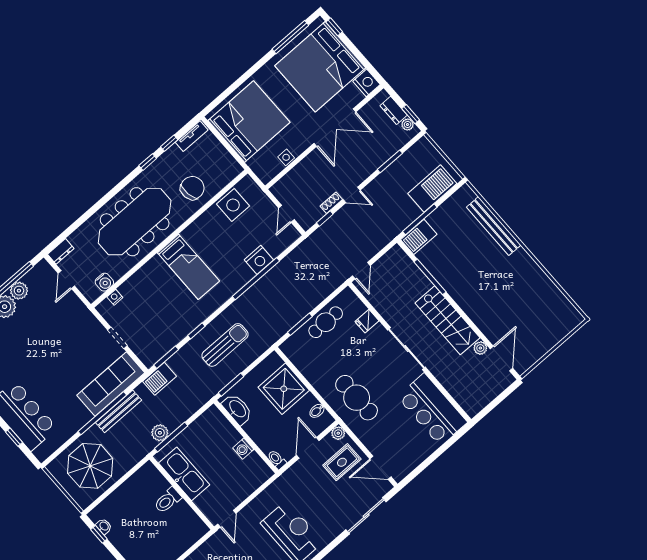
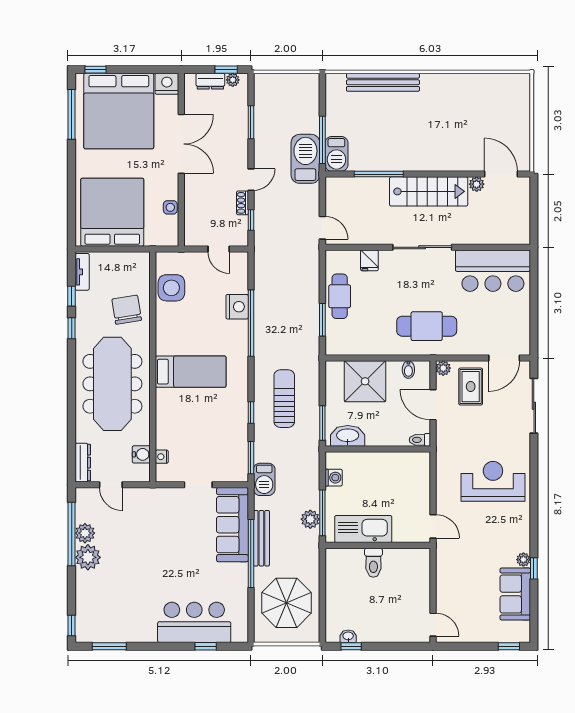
barbecue: (432, 189) -> (305, 159), moved
dresser: (61, 251) -> (83, 463), width x1.44
washing machine: (243, 449) -> (334, 478), moved, turned -90

